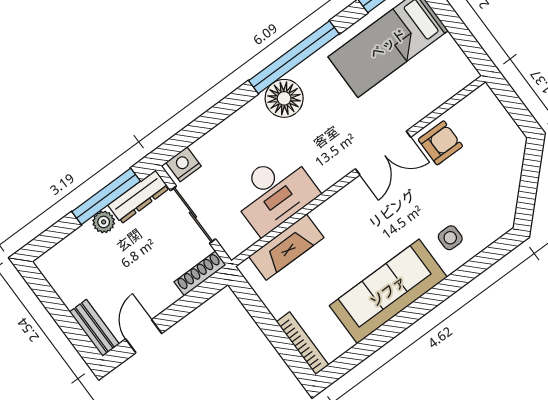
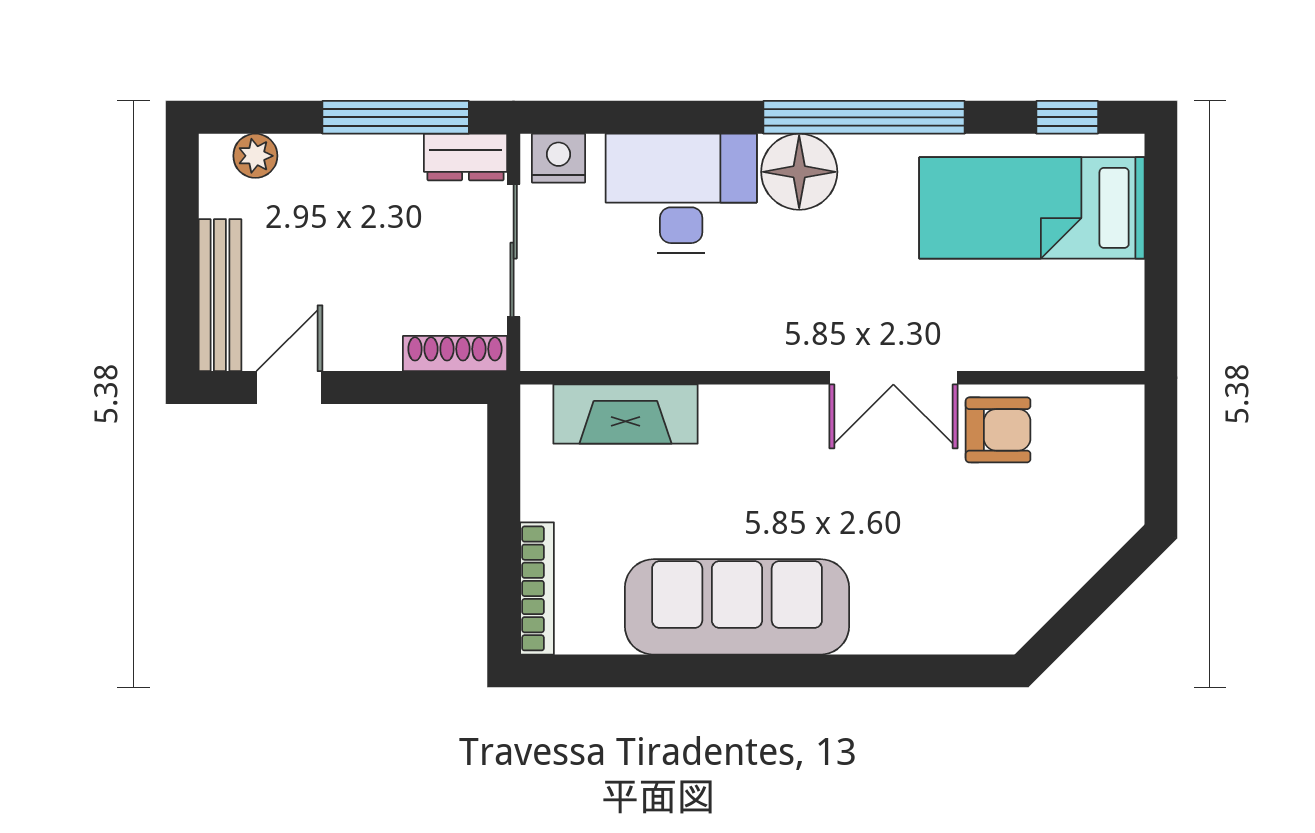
desk: (274, 193) -> (681, 193), moved, turned 180
dresser: (139, 197) -> (466, 157), width x0.70
plant: (104, 222) -> (255, 156), moved
side table: (450, 238) -> (901, 594), removed
bench: (94, 328) -> (220, 295), width x1.36

